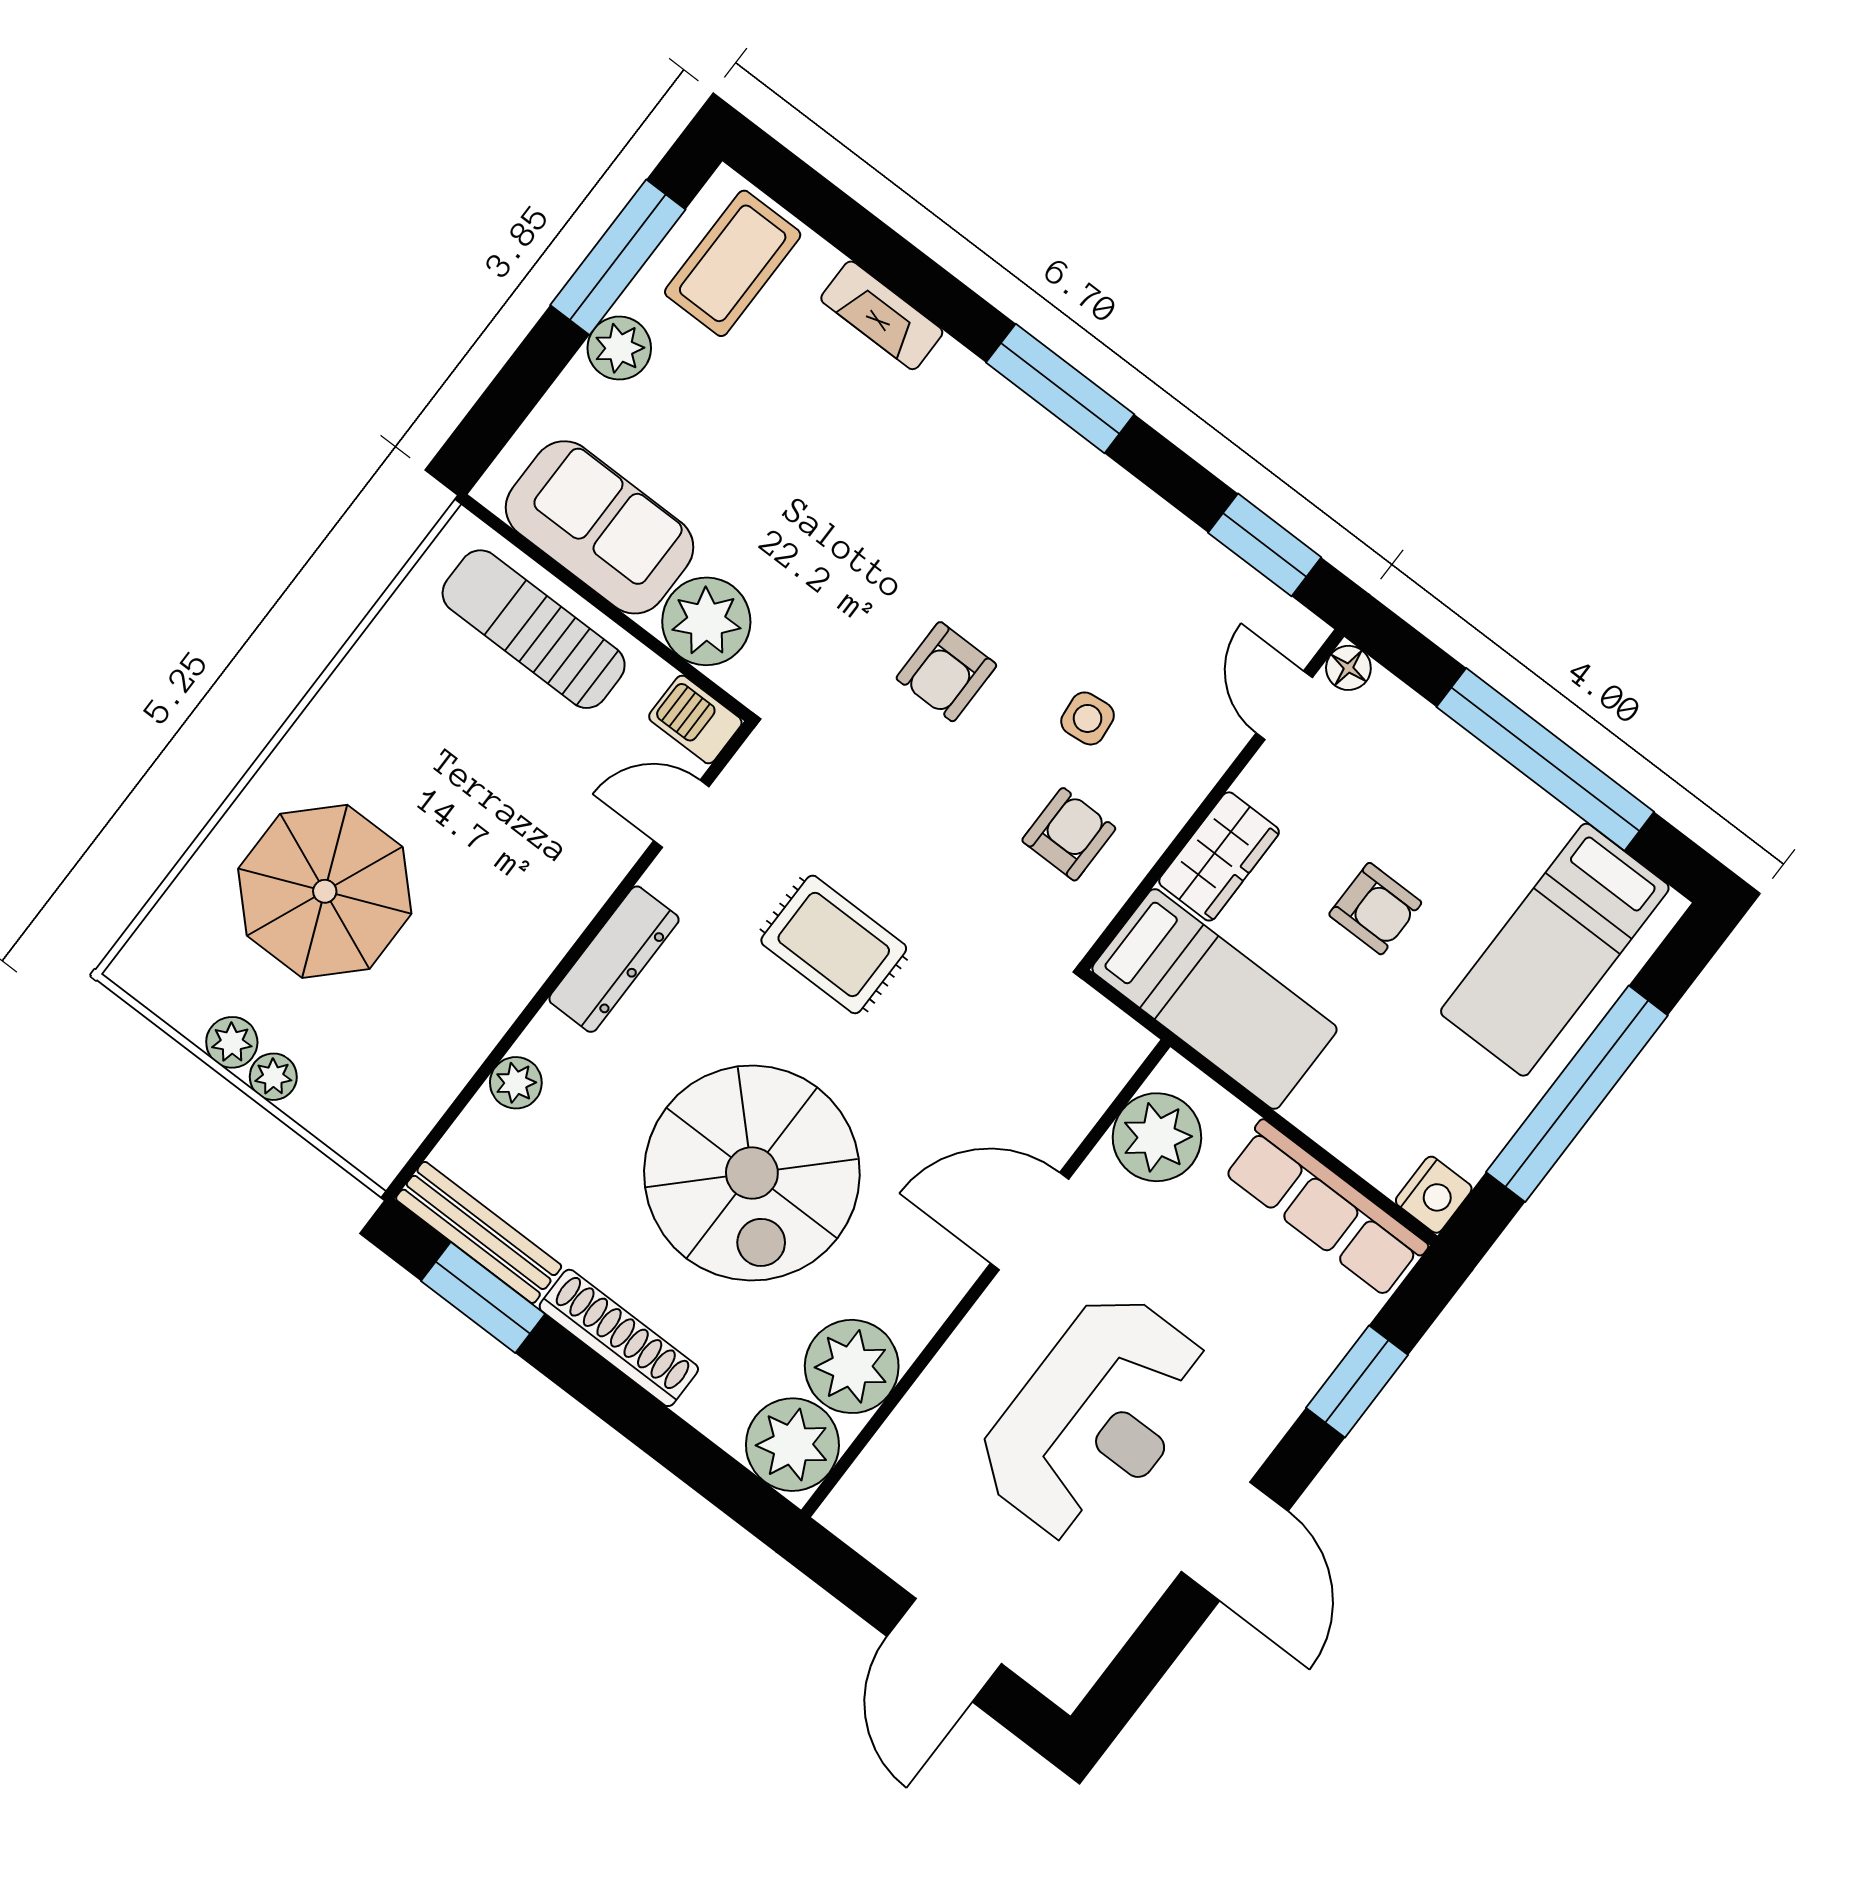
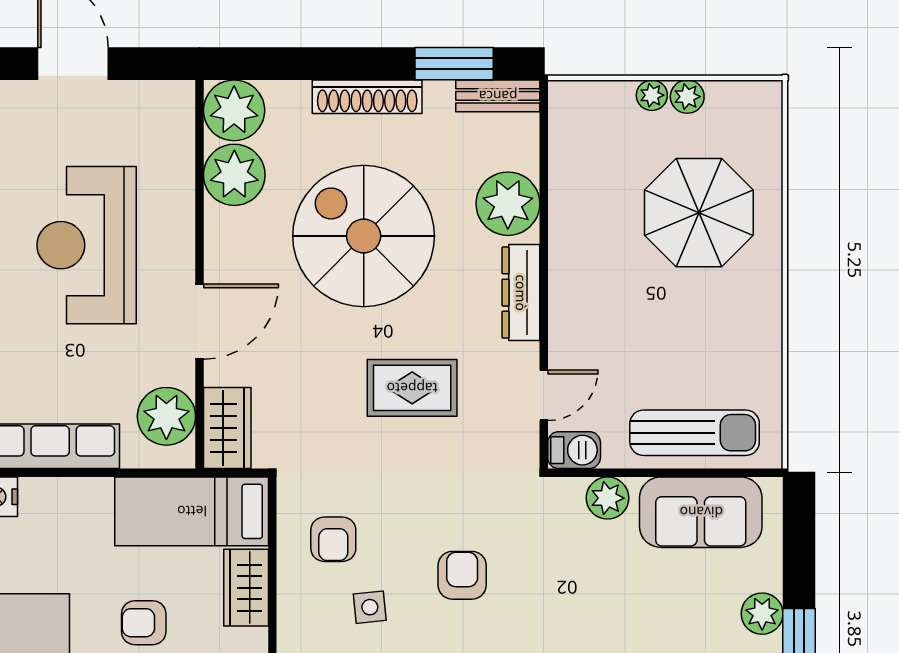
plant: (706, 621) -> (607, 498), width x0.73, depth x0.73
wardrobe: (1094, 1067) -> (227, 428), added
plant: (516, 1083) -> (508, 204), width x1.88, depth x1.88
bench: (479, 1232) -> (498, 96), width x0.73

